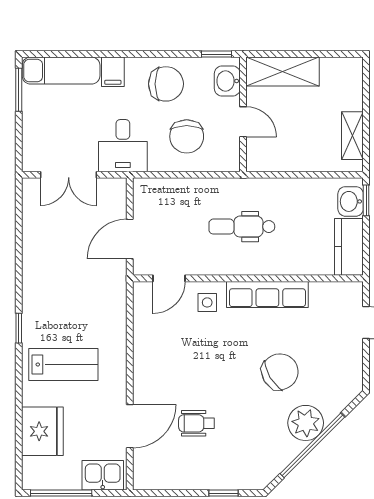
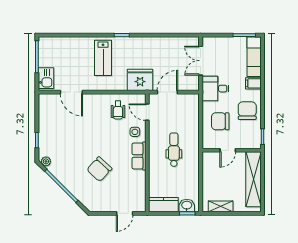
shelving: (283, 72) -> (253, 179), width x1.47
washbasin: (227, 81) -> (249, 142), removed
chair: (166, 84) -> (247, 111), turned 180
door: (130, 239) -> (167, 92), hinge flipped
row of seats: (267, 294) -> (139, 156), width x0.68
chair: (280, 372) -> (99, 169), turned 74
wheelchair: (196, 423) -> (118, 110), moved, turned 180
plant: (306, 423) -> (46, 161), moved, width x0.53, depth x0.53
fridge: (42, 431) -> (140, 80), moved, turned 180

